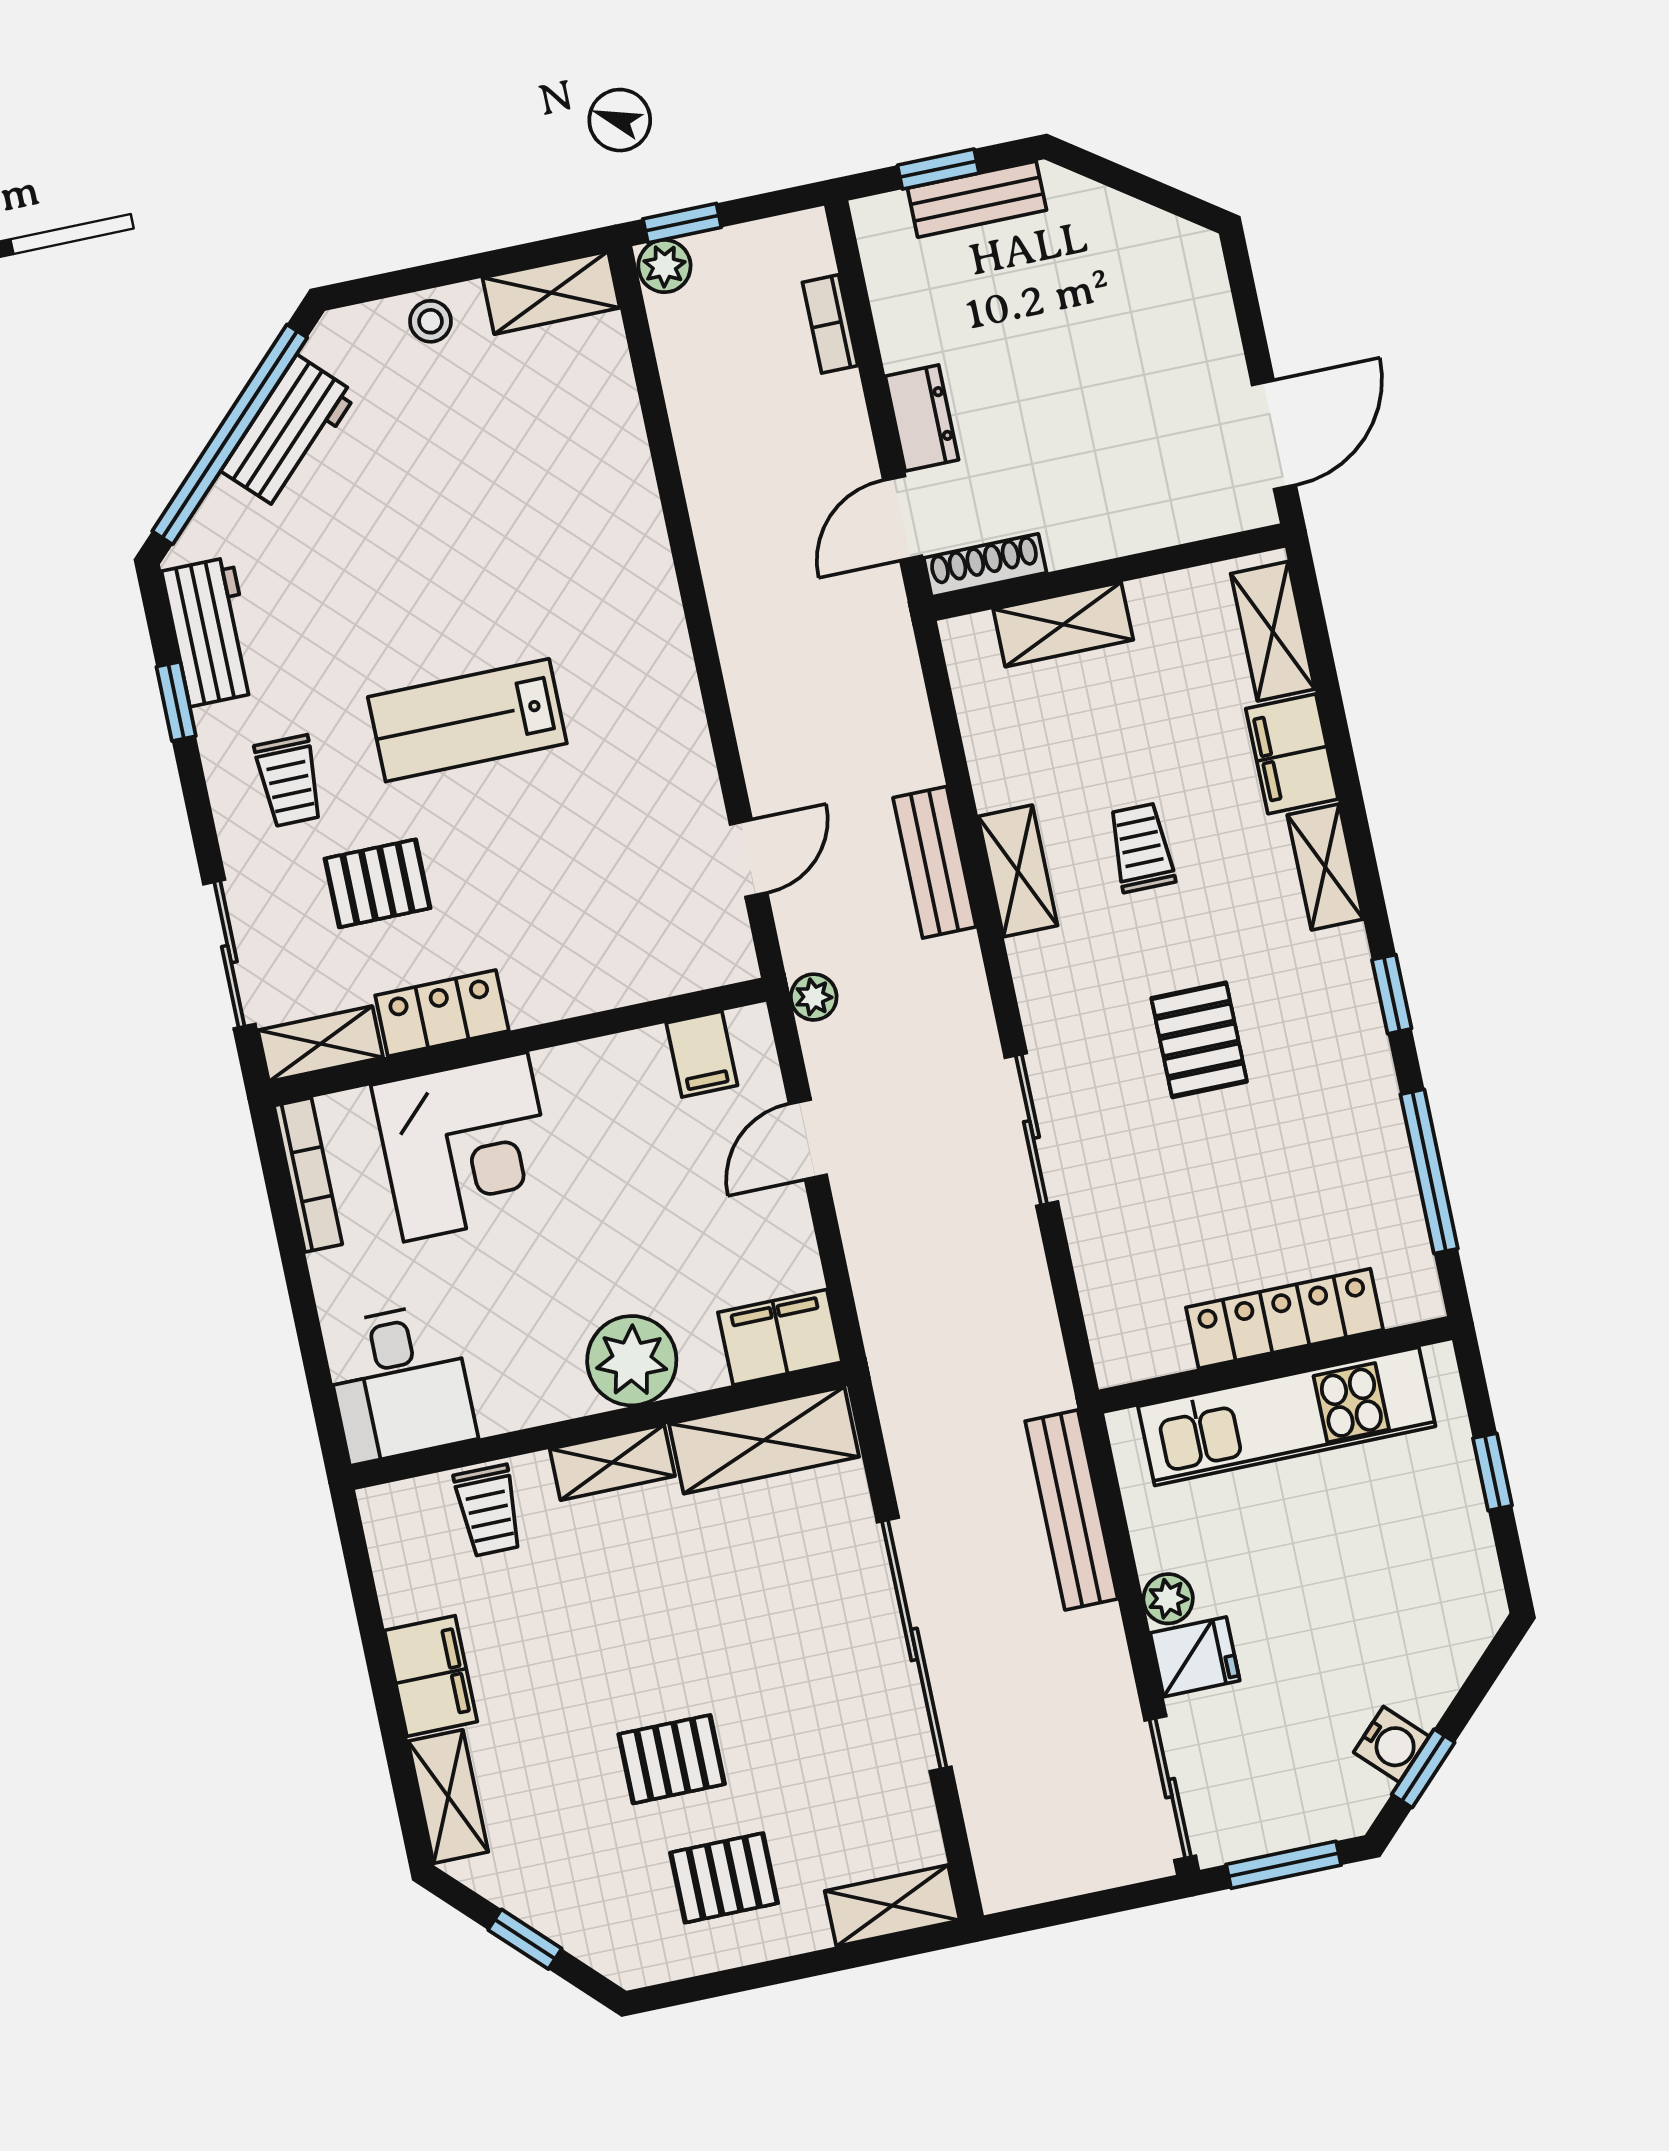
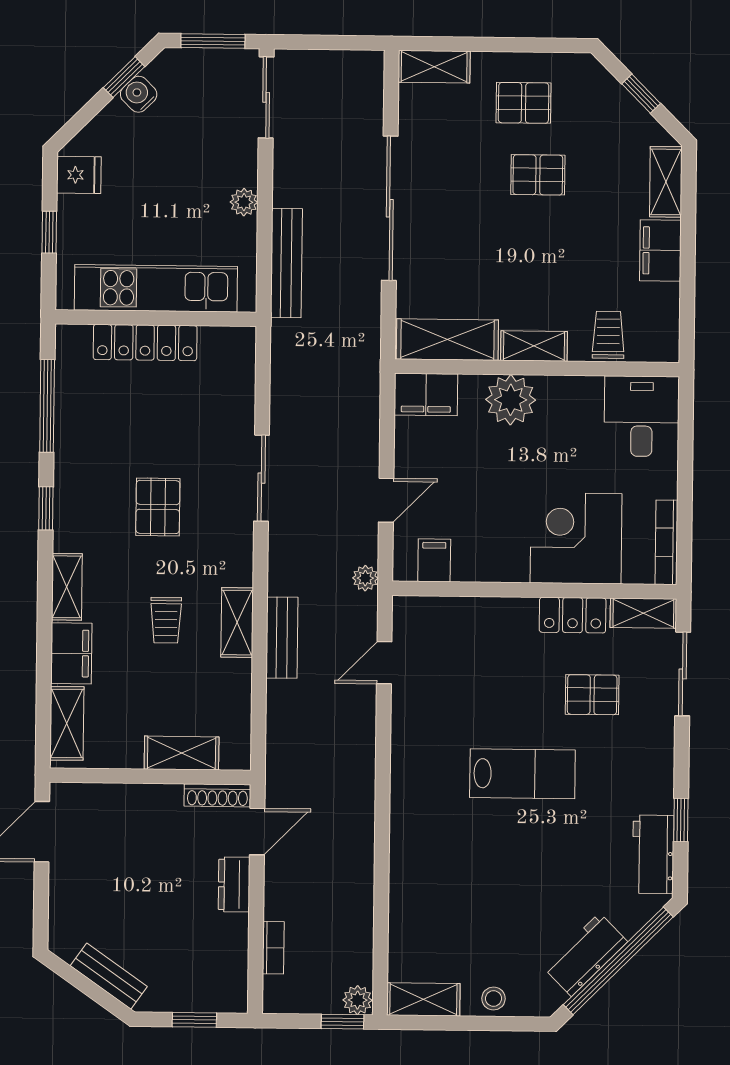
bench: (977, 199) -> (109, 976), moved, turned 35
trolley: (289, 781) -> (628, 762), removed
fridge: (1195, 1657) -> (79, 175), moved, turned 180

